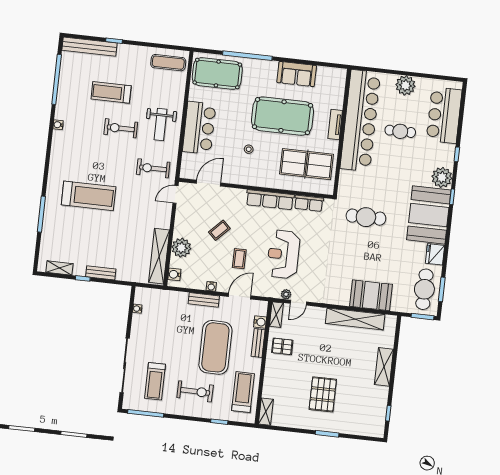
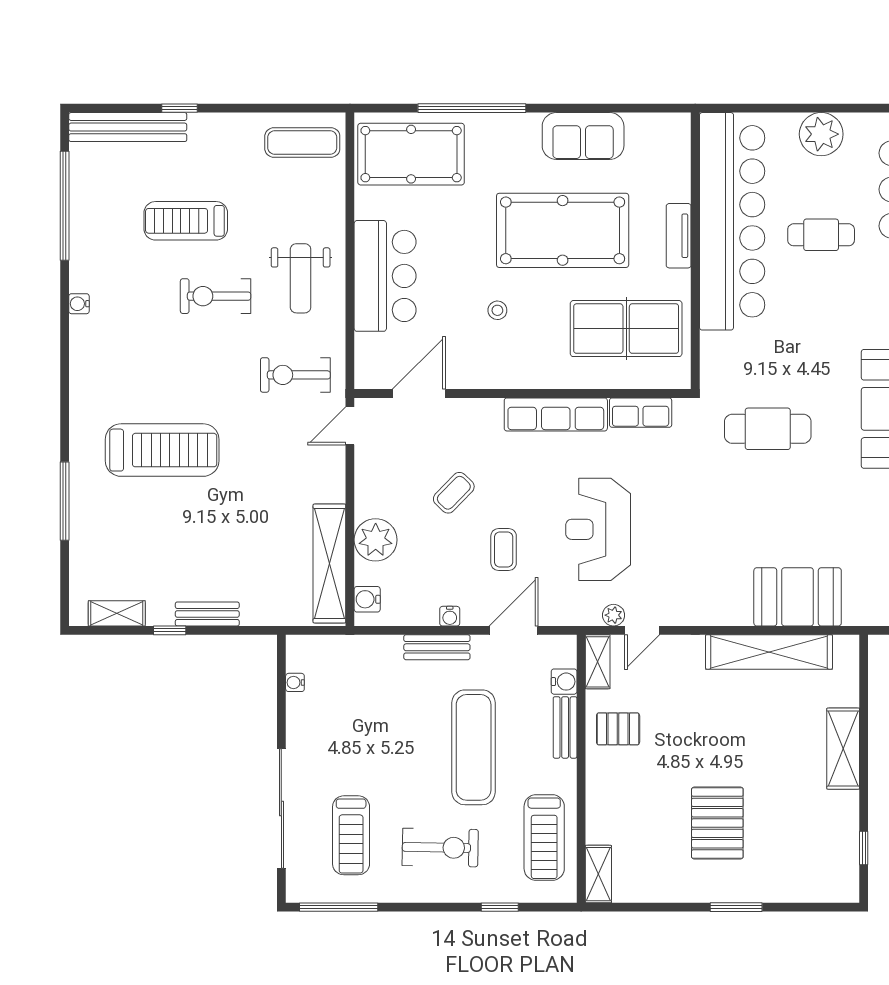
exercise mat: (215, 347) -> (474, 747), width x0.68
treadmill: (243, 392) -> (544, 837), turned 180

